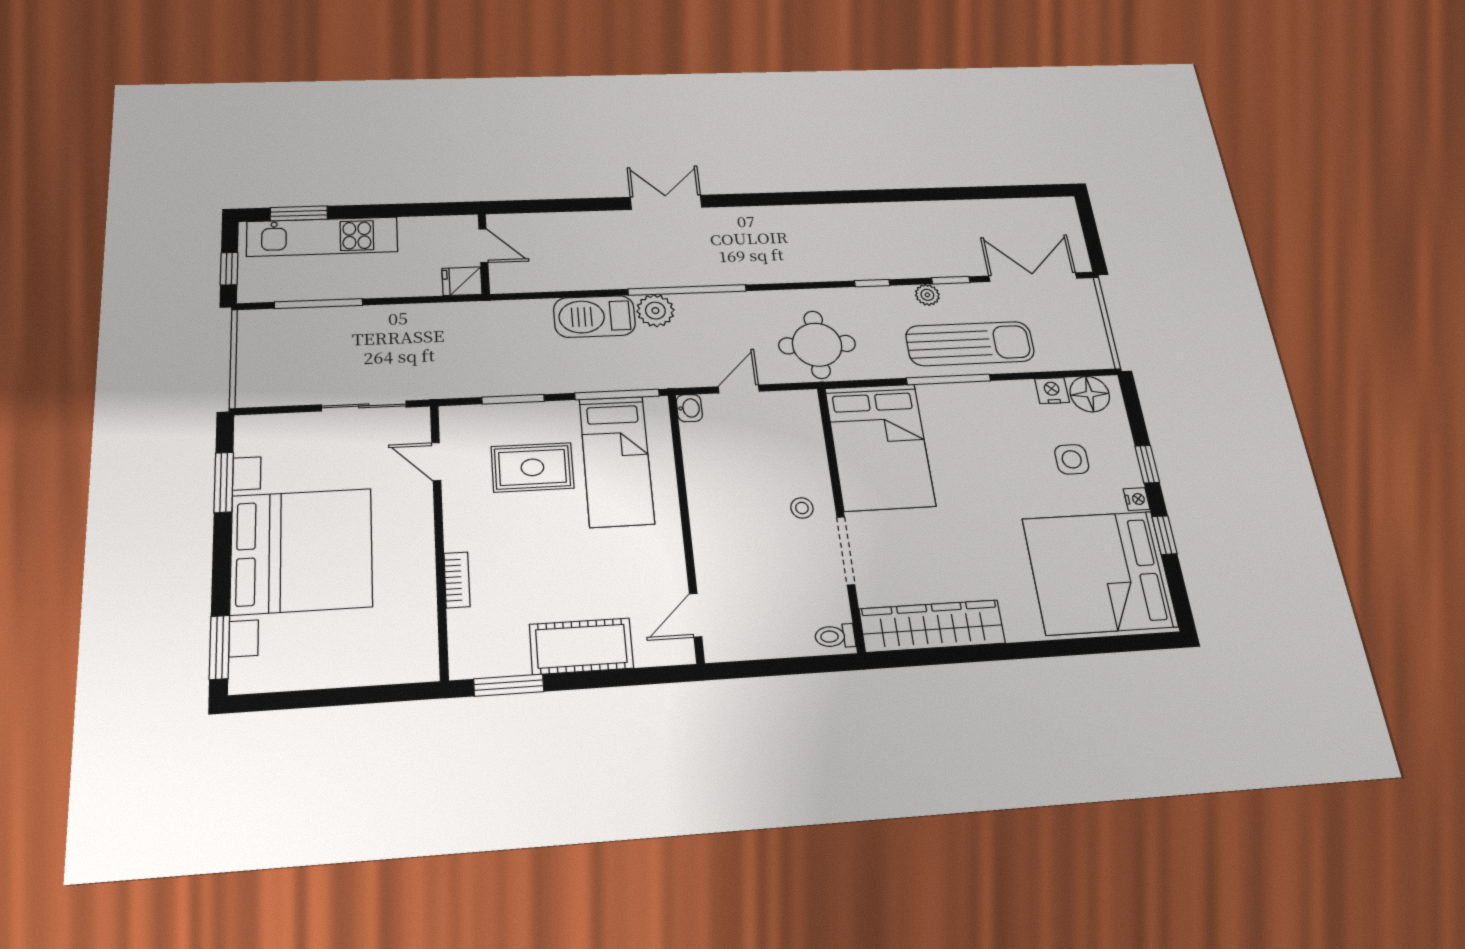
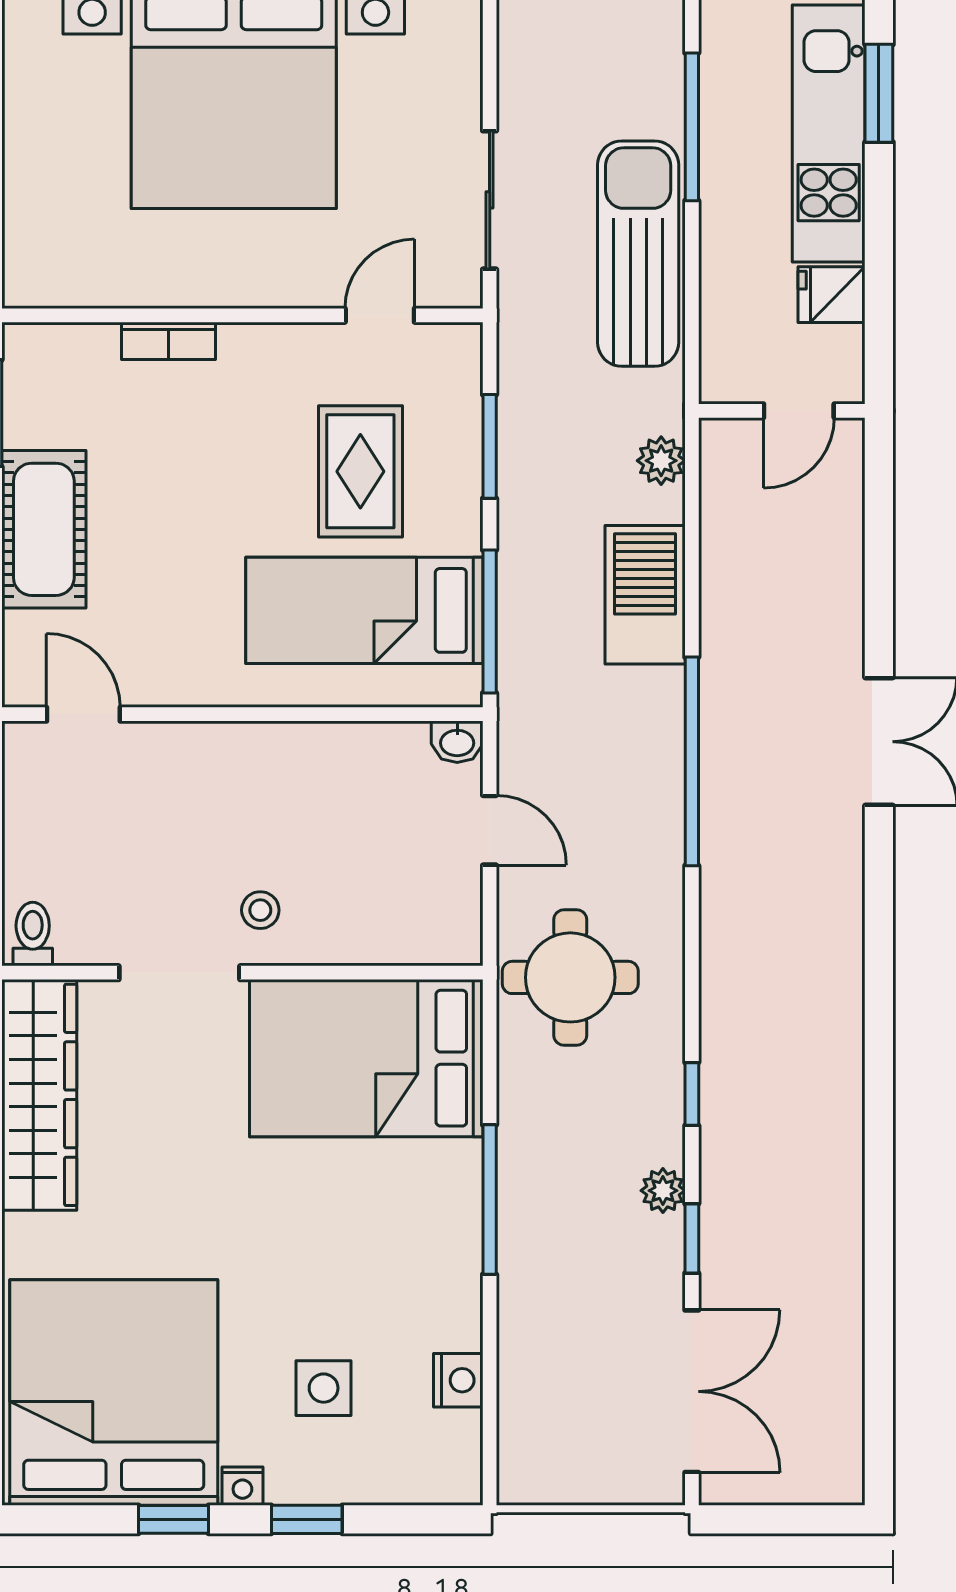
fridge: (462, 281) -> (831, 295), moved, turned -90
plant: (655, 311) -> (661, 461), moved, width x0.73, depth x0.73
sun lounger: (970, 344) -> (638, 254), moved, turned 180
floor lamp: (1090, 394) -> (448, 1447), removed

